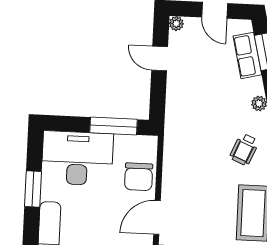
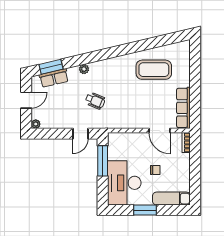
door: (160, 59) -> (80, 134), moved
wheelchair: (244, 149) -> (95, 101), moved
chair: (139, 177) -> (155, 170), moved, width x0.54, depth x0.54

